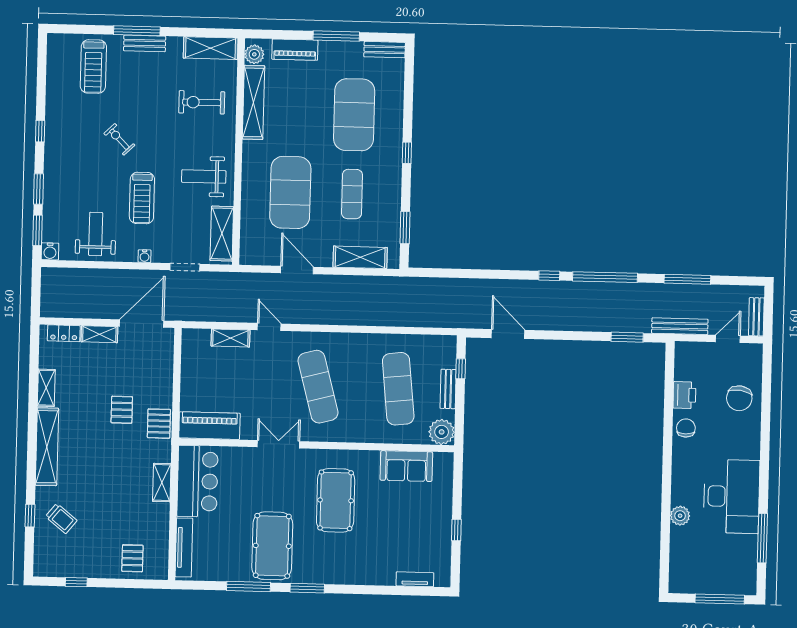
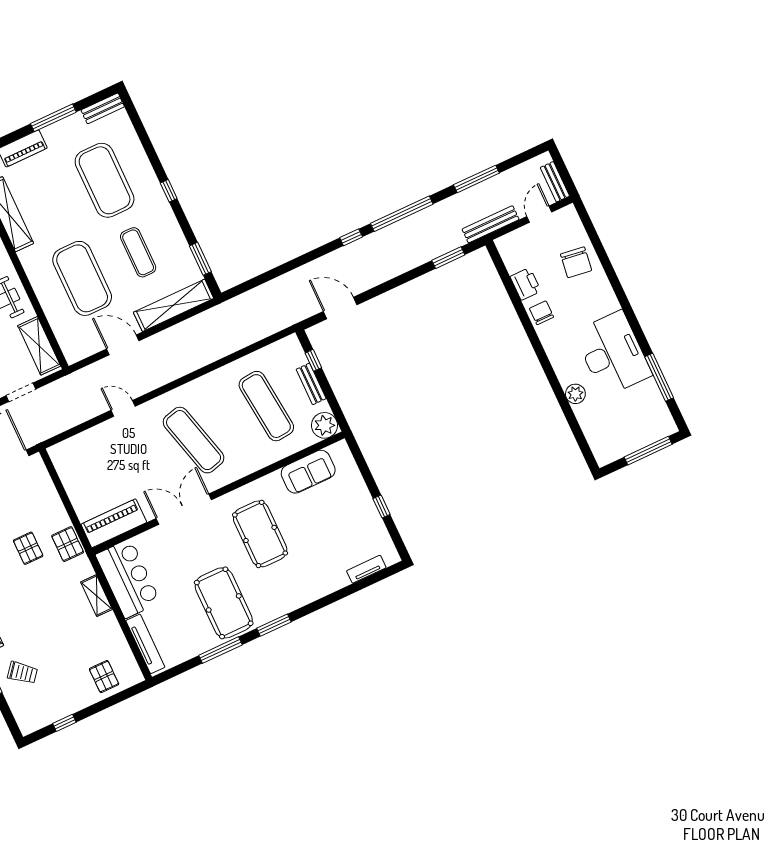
shelving: (360, 257) -> (174, 305), width x1.47
shelving: (230, 338) -> (94, 436), removed
double door: (278, 444) -> (184, 509), width x1.37

